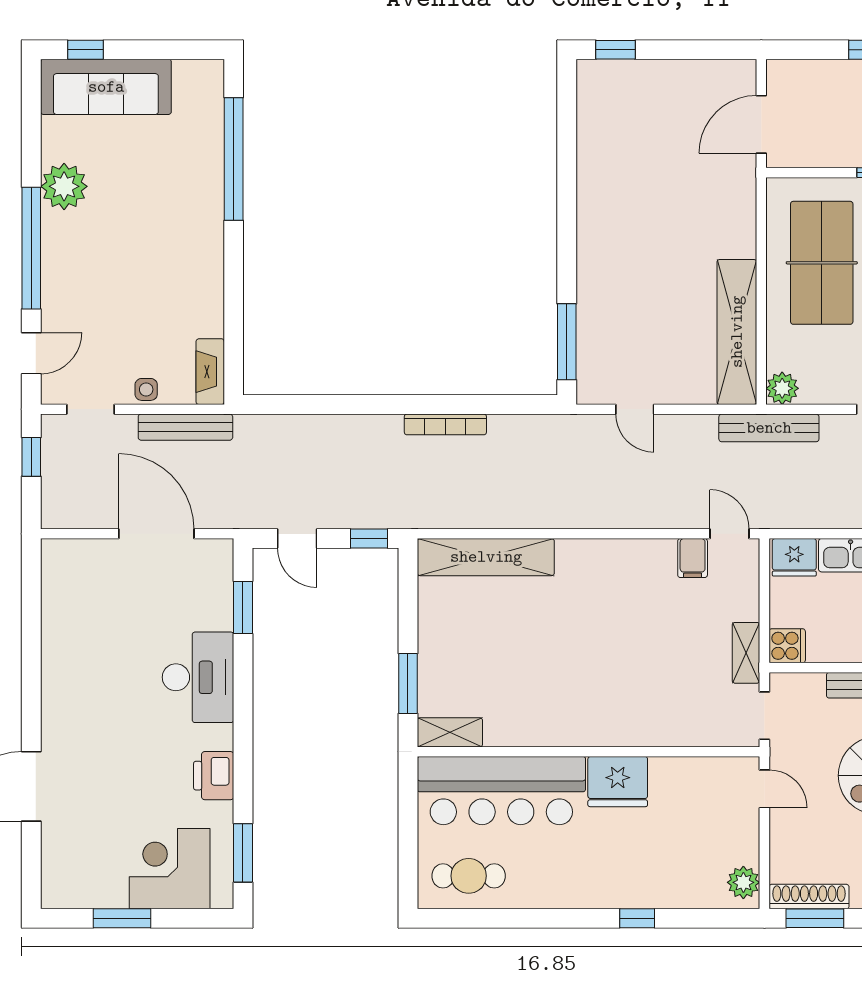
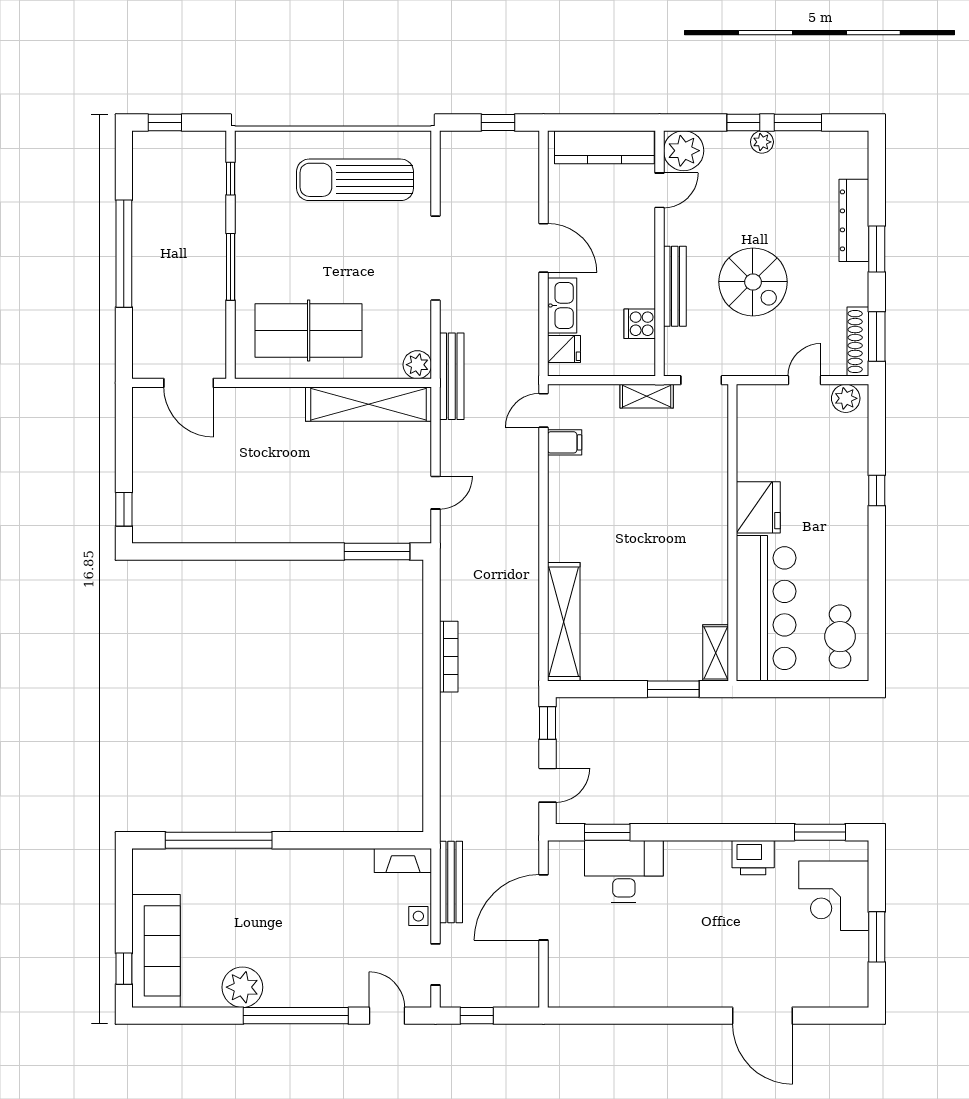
fridge: (794, 557) -> (564, 349), width x0.72
cooker: (787, 646) -> (640, 324), moved, turned -90
desk: (198, 677) -> (624, 871), moved
door: (764, 789) -> (804, 380), moved

